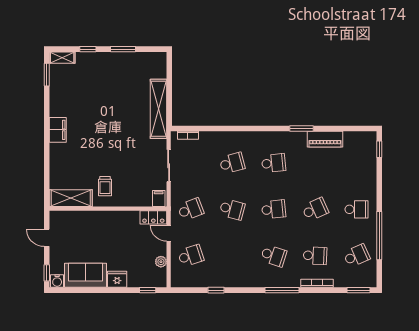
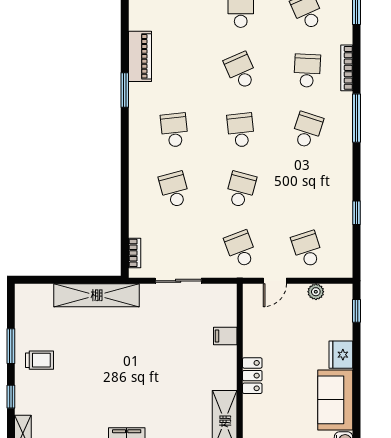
trolley: (105, 186) -> (39, 360), moved
filing cabinet: (159, 199) -> (225, 336), moved
locker: (153, 217) -> (252, 376), moved

